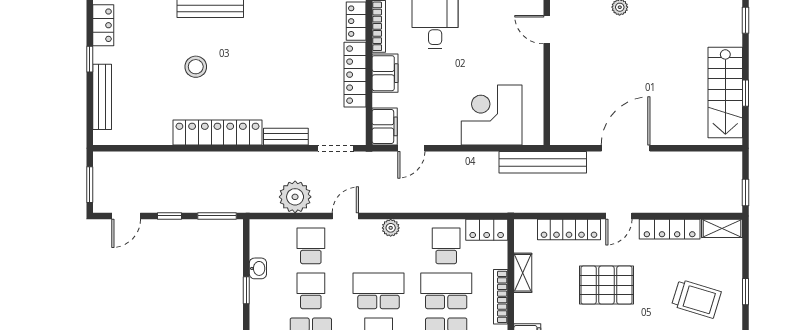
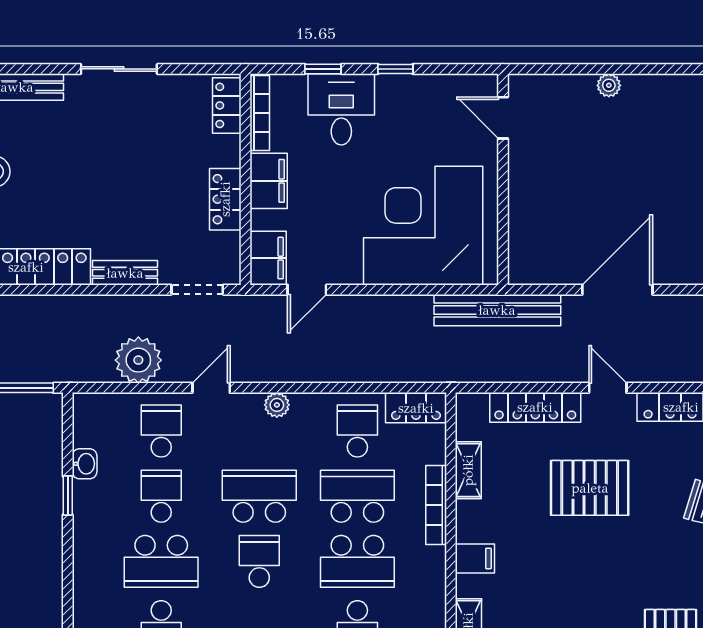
locker: (355, 75) -> (225, 199), width x0.66
corner desk: (492, 115) -> (423, 226), width x1.36, depth x1.36
door: (619, 216) -> (608, 388), swing flipped

